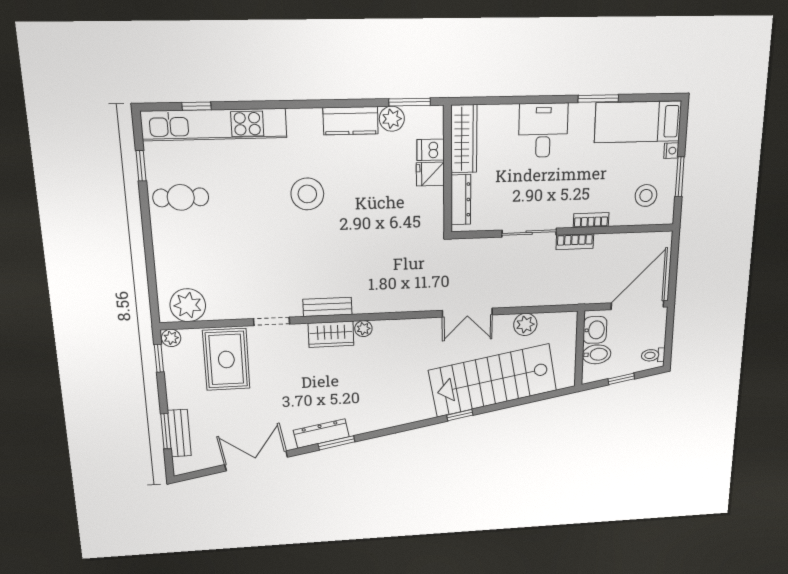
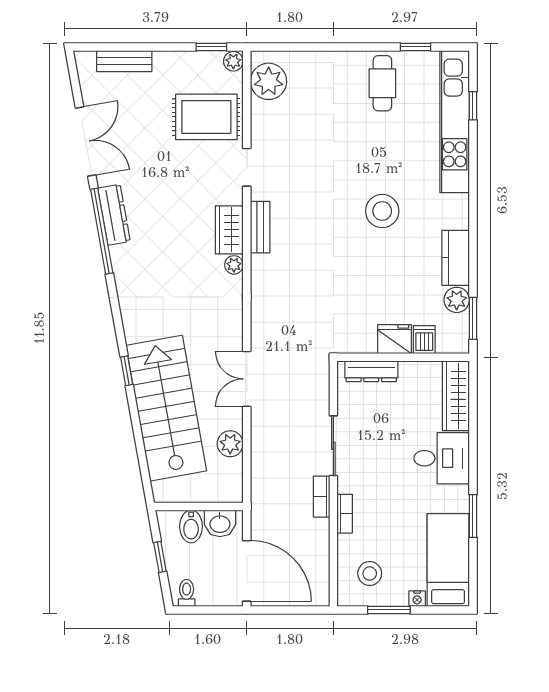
wardrobe: (464, 139) -> (456, 396), moved, turned 90
fridge: (430, 174) -> (395, 339), width x1.38
window: (166, 431) -> (127, 47), removed
window: (336, 443) -> (102, 231), width x2.11

